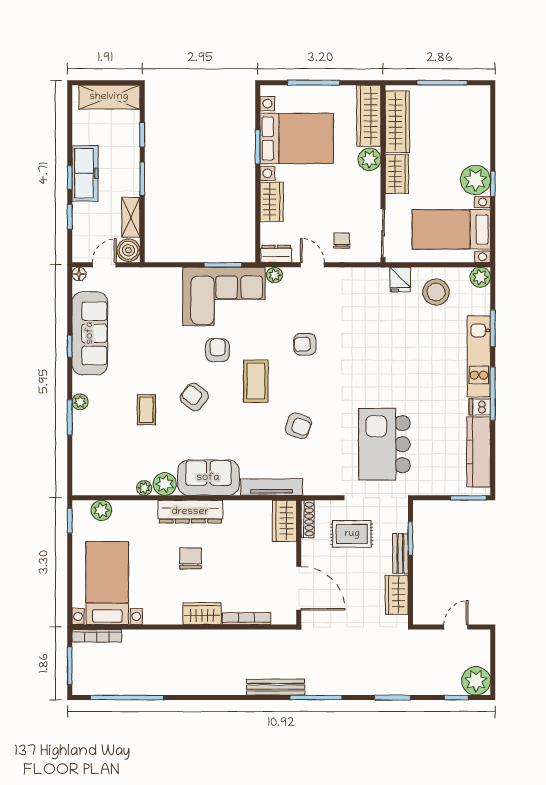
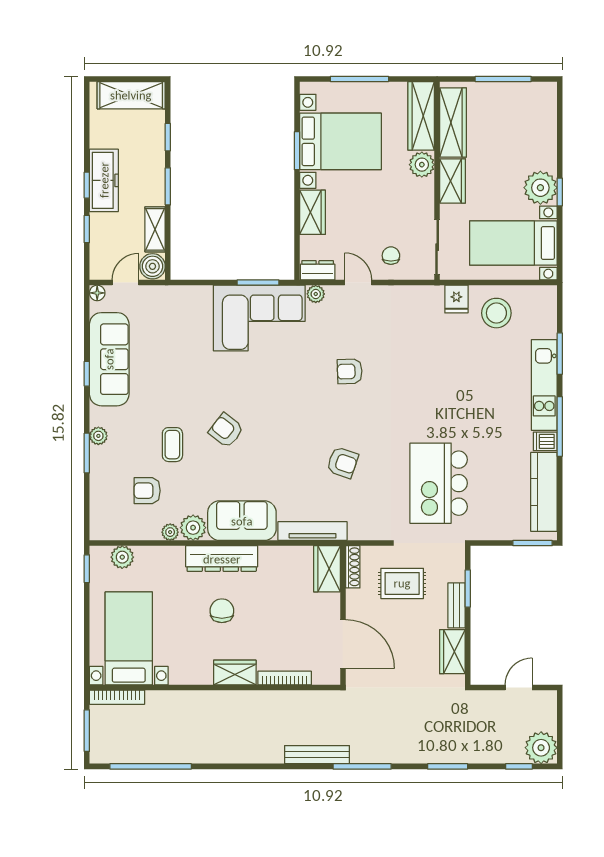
plant: (480, 277) -> (546, 296), removed
armchair: (217, 350) -> (147, 491), moved, turned -90
coffee table: (256, 381) -> (295, 413), removed

